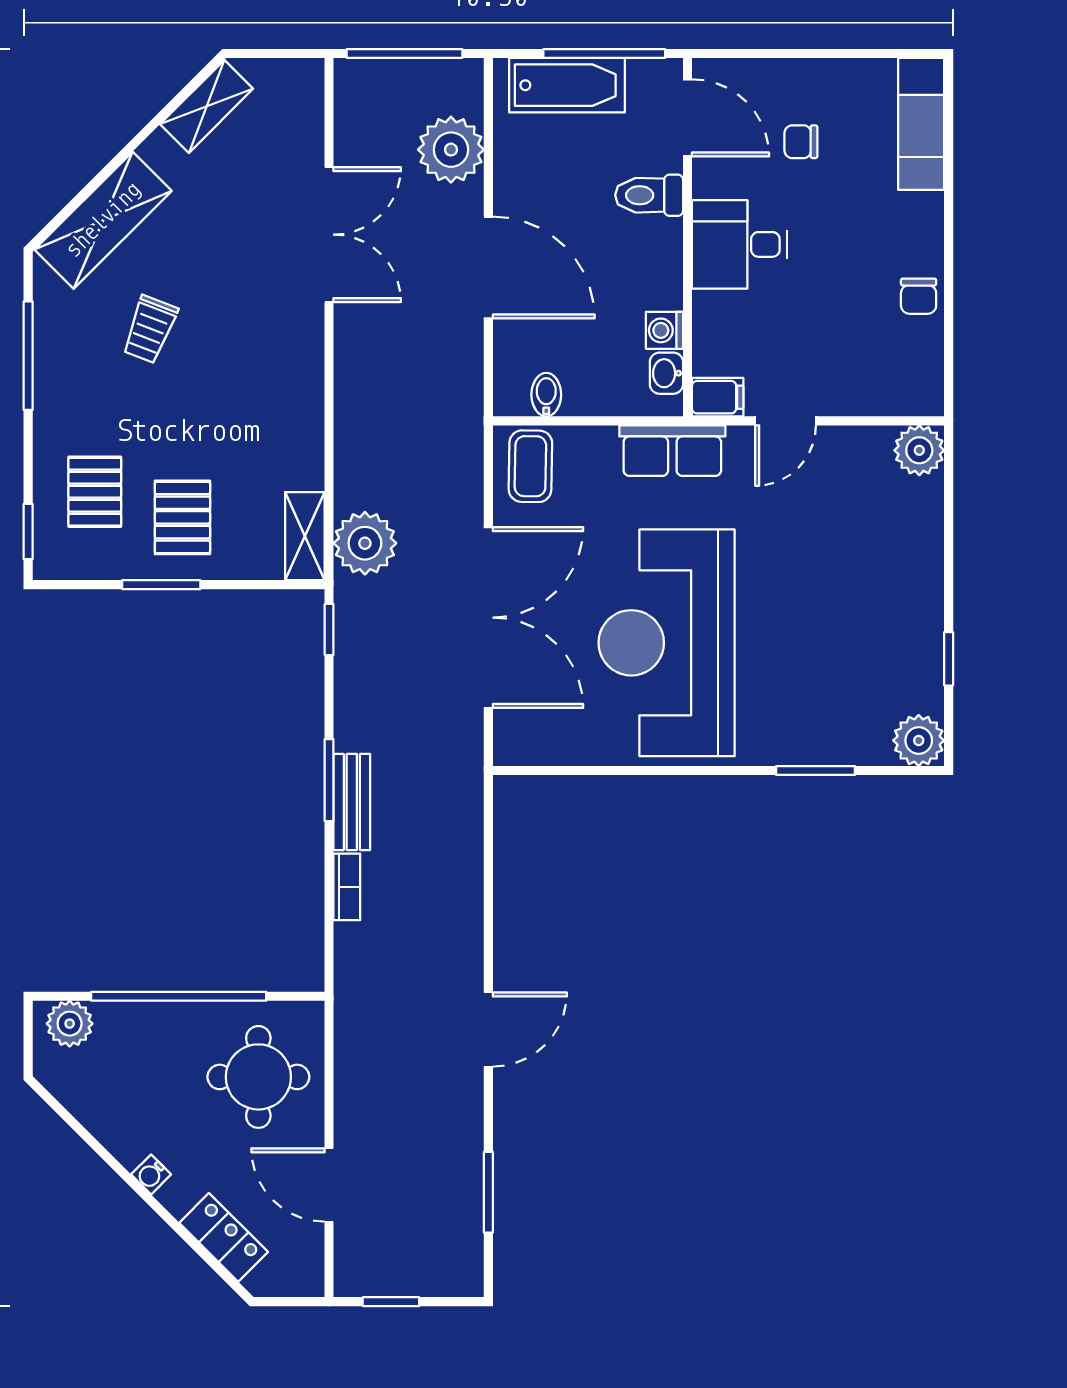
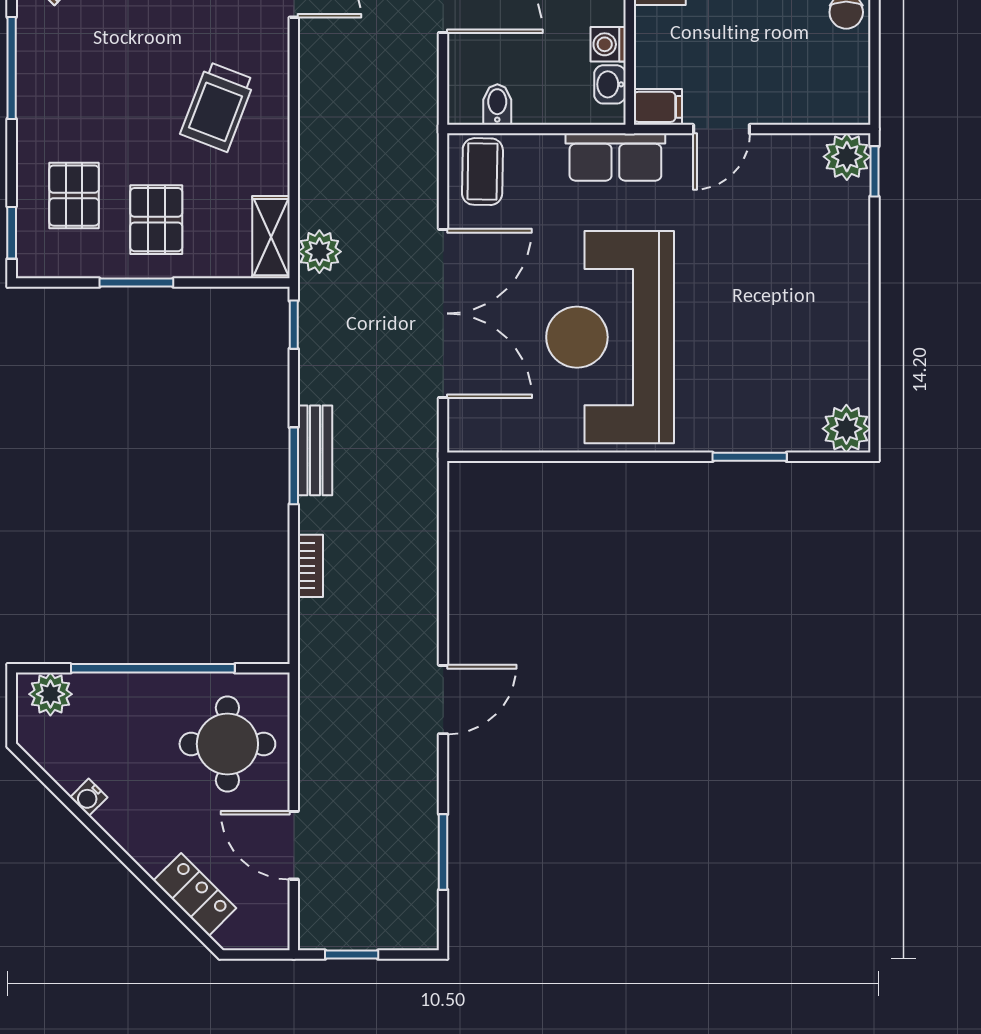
trolley: (150, 329) -> (218, 107), moved, width x1.36, depth x1.39
plant: (365, 543) -> (319, 252), width x0.73, depth x0.73
window: (949, 659) -> (874, 171), moved
bench: (352, 802) -> (315, 450), moved
water cooler: (151, 1174) -> (89, 797), moved

